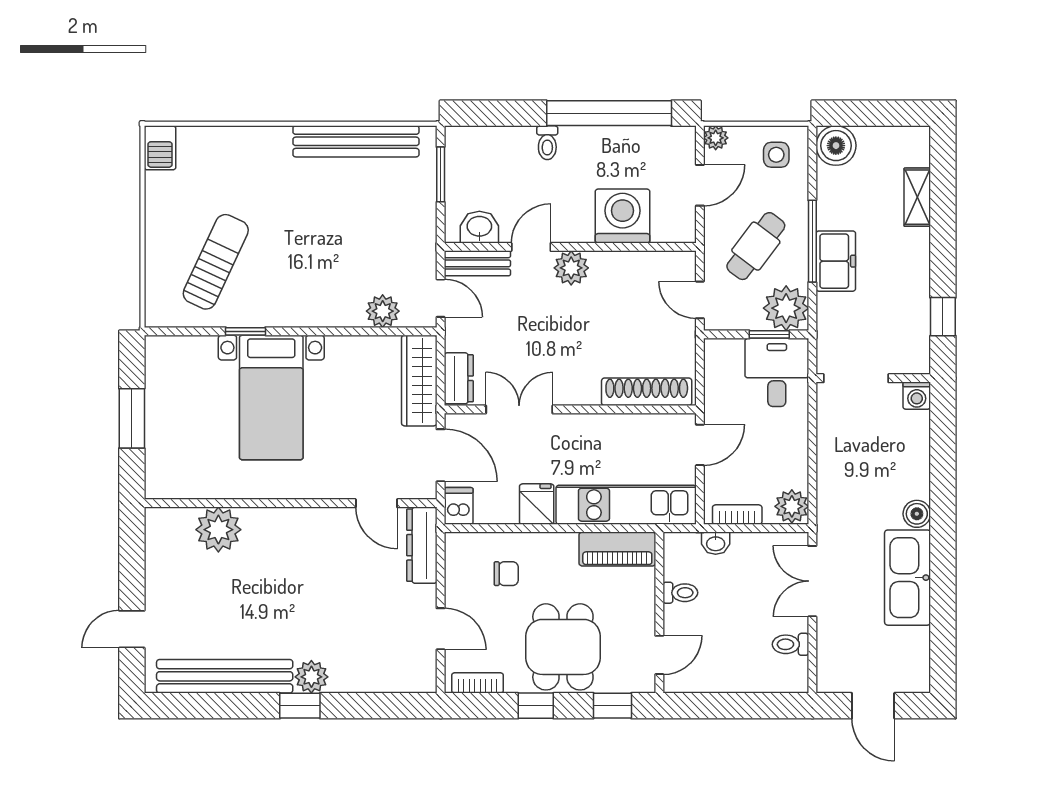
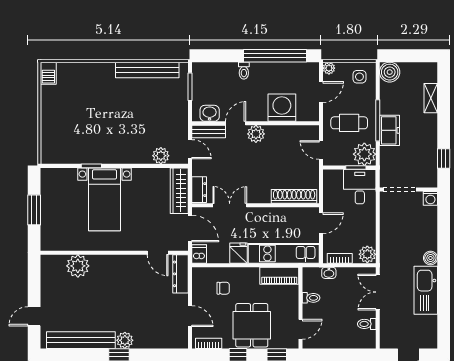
cafe table: (756, 246) -> (349, 123), turned 53
sun lounger: (216, 262) -> (76, 131), removed

